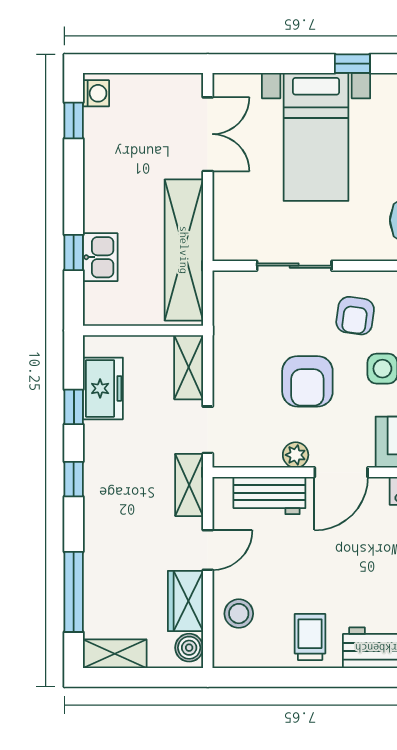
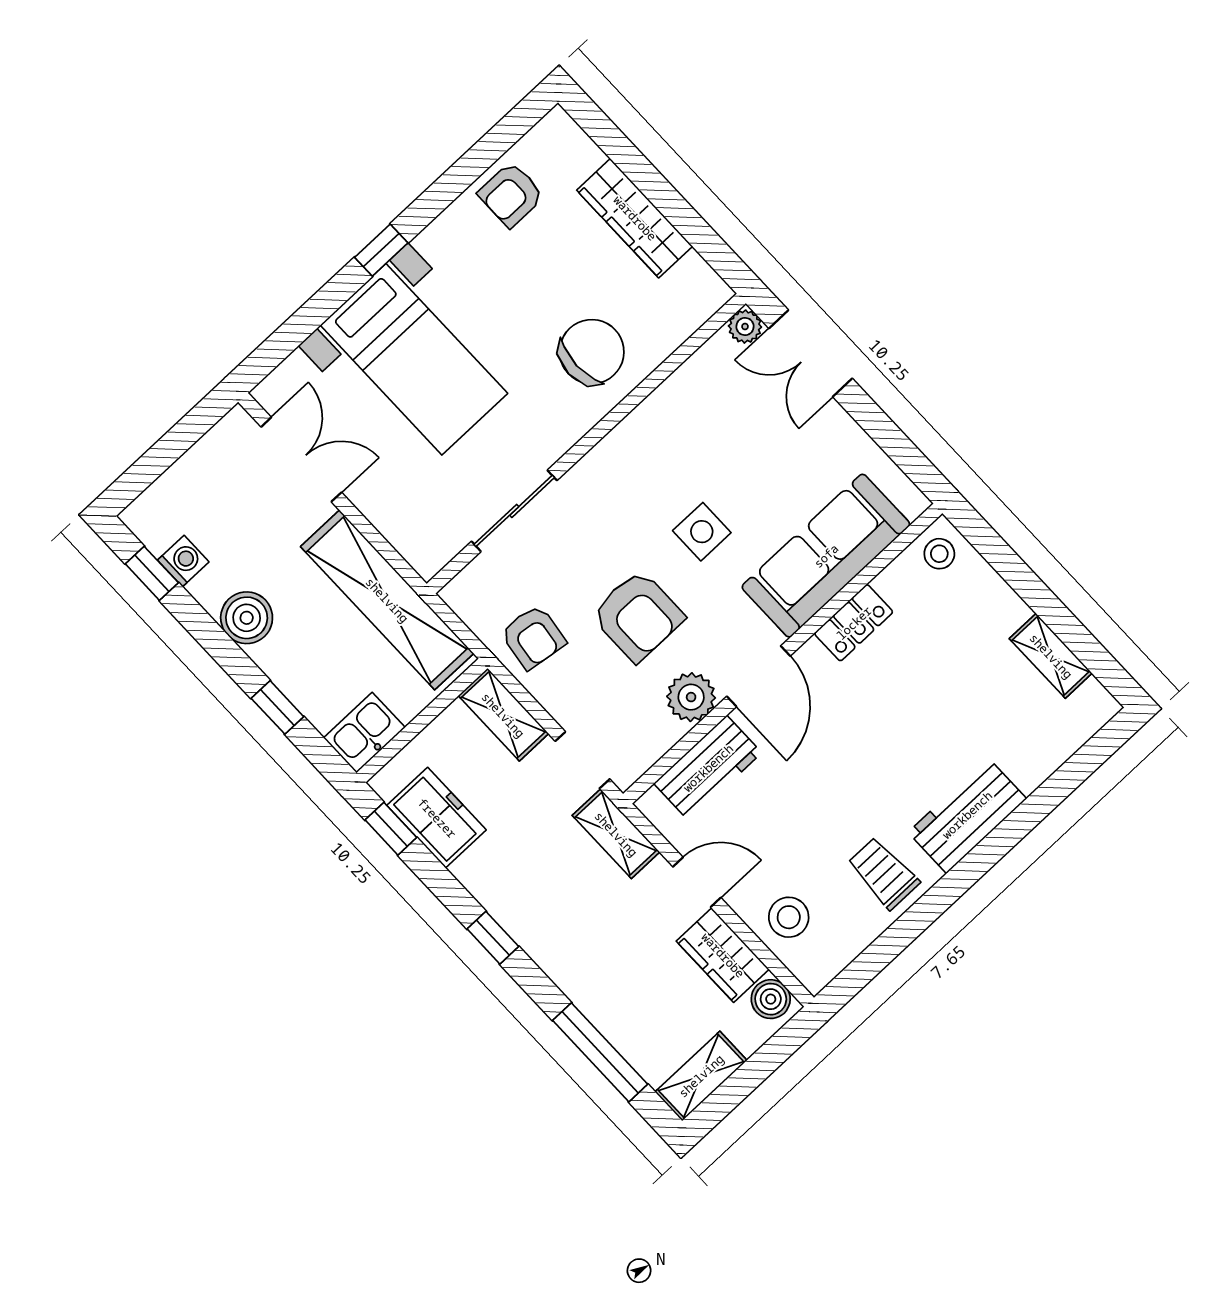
washing machine: (96, 93) -> (183, 561), moved
boiler: (101, 190) -> (247, 618), added
kitchen sink: (100, 257) -> (364, 733), moved, turned -90
armchair: (355, 316) -> (533, 637), moved
window: (74, 407) -> (391, 829), moved
plant: (296, 455) -> (691, 697), width x1.38, depth x1.38
door: (208, 550) -> (697, 882), hinge flipped

